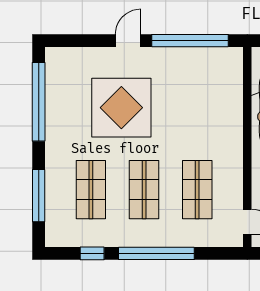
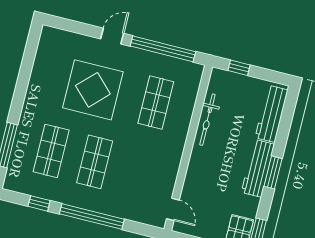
window: (39, 102) -> (26, 68), removed
shop shelf: (197, 190) -> (156, 103), moved

